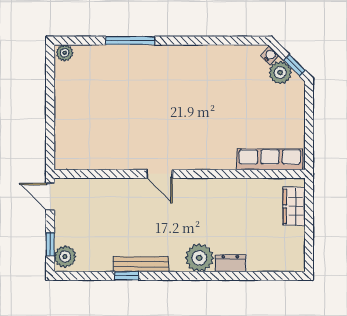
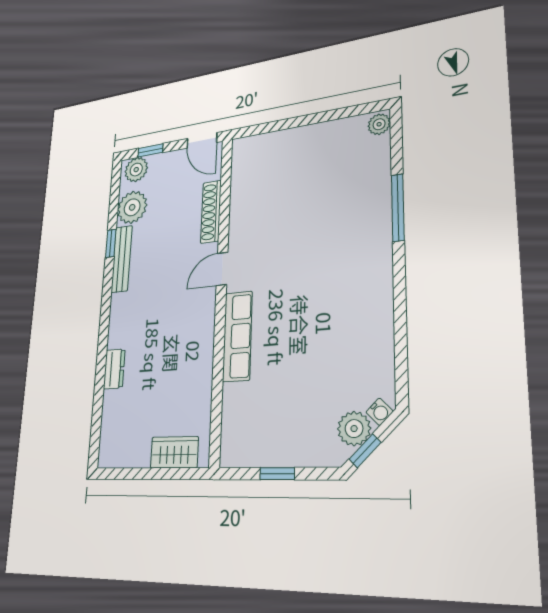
window: (309, 126) -> (277, 474), added
row of seats: (270, 159) -> (237, 336), moved
shoe rack: (112, 186) -> (211, 212), added
door: (50, 196) -> (202, 140), swing flipped
plant: (199, 258) -> (132, 207), moved

